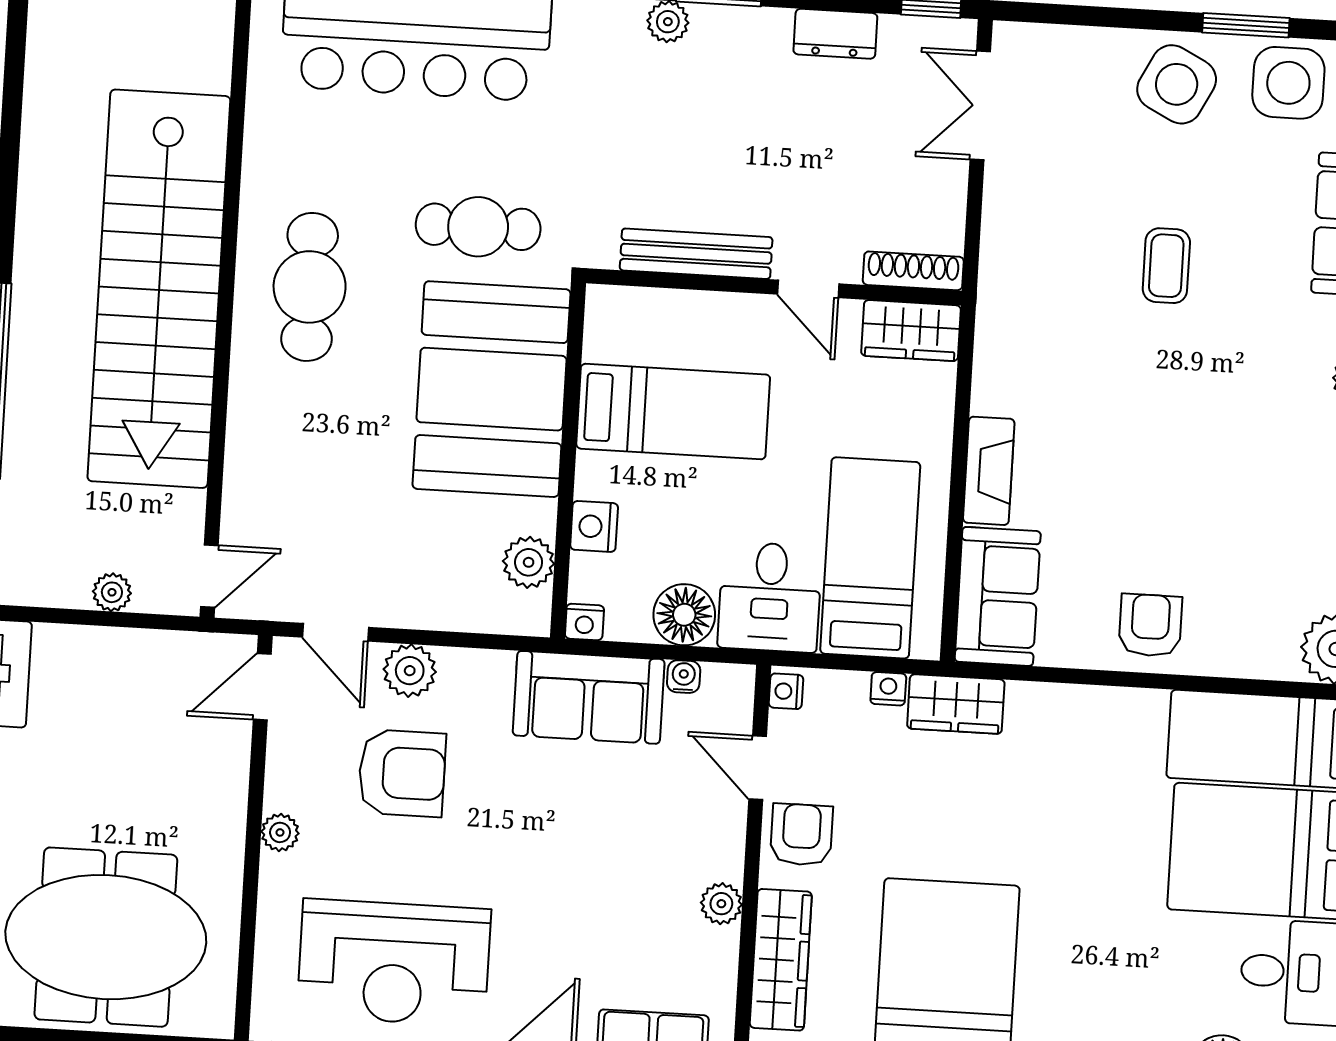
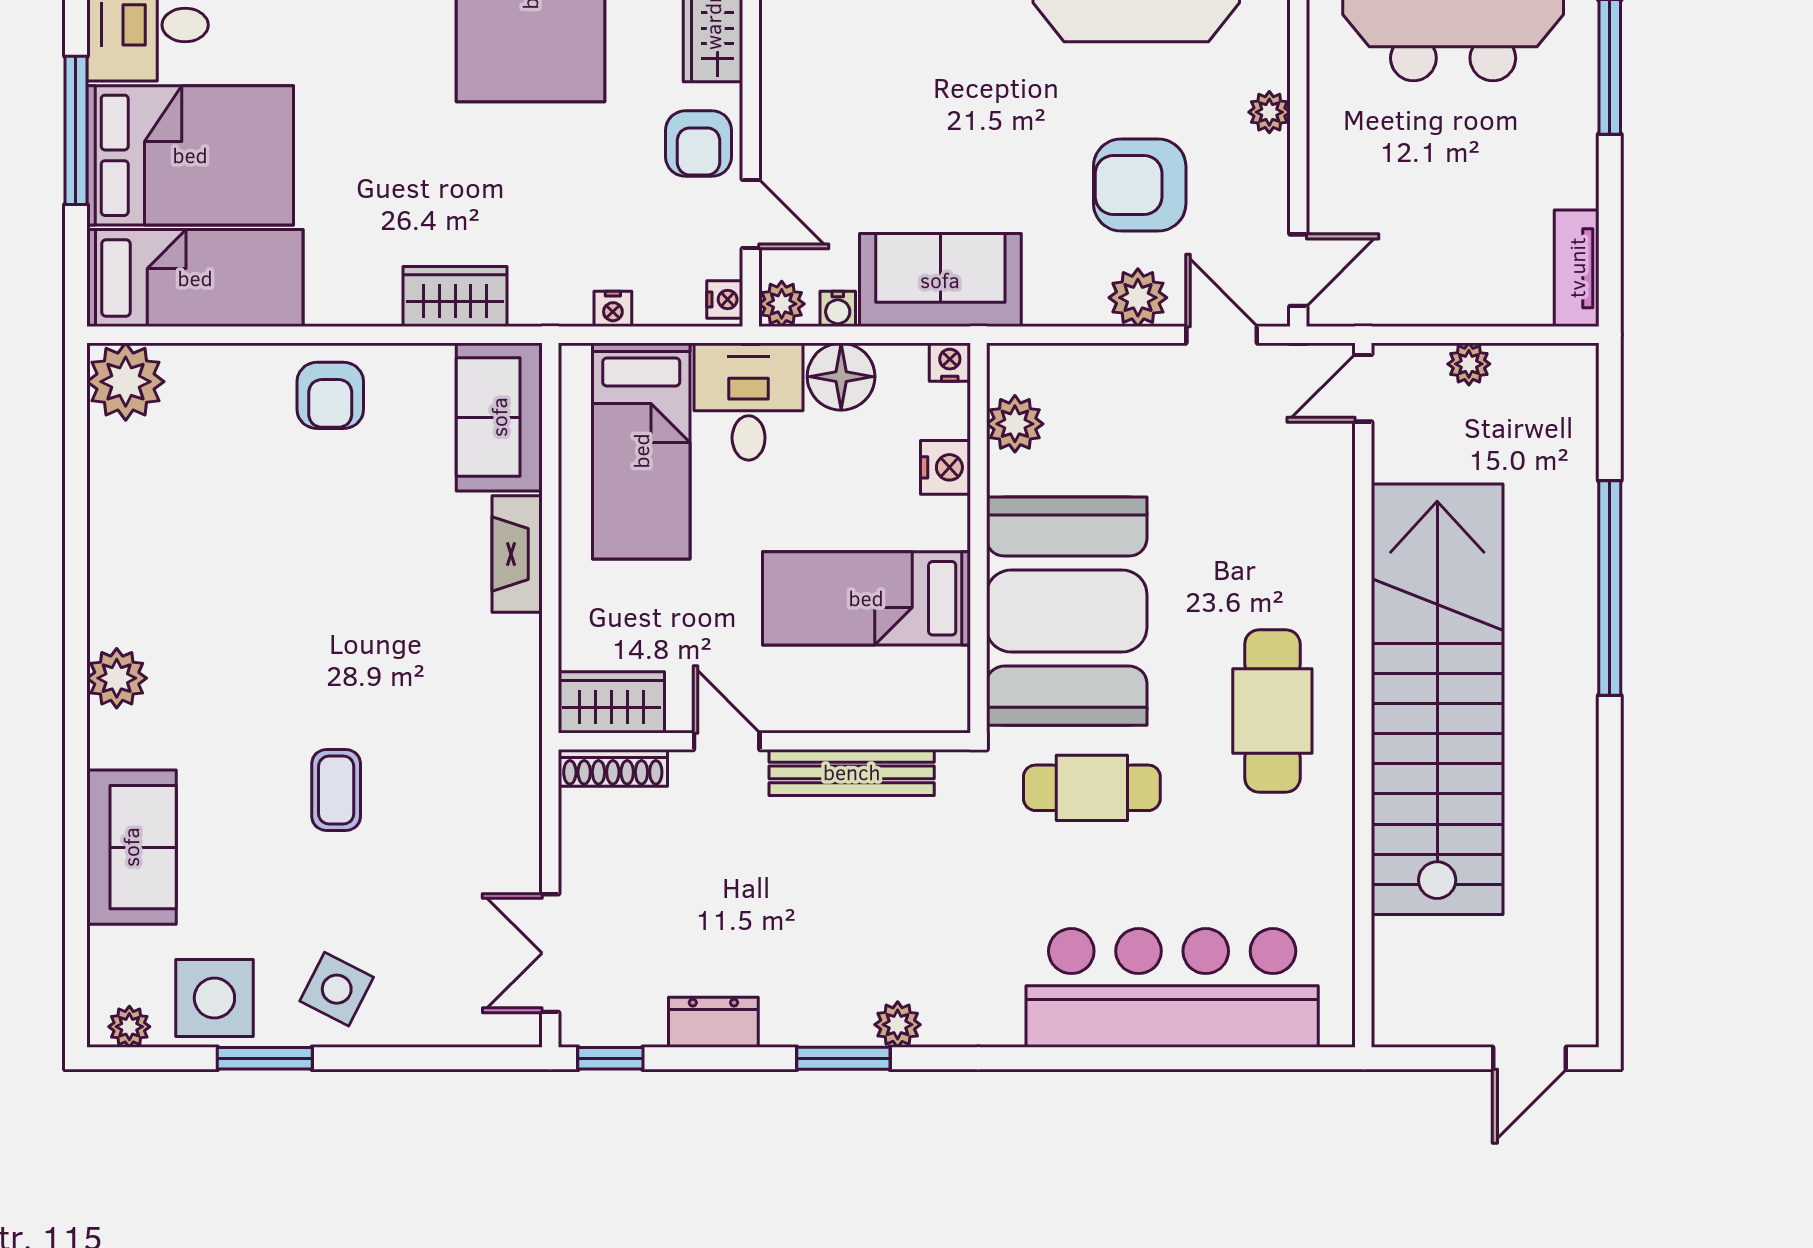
side table: (1177, 84) -> (337, 989), width x0.73, depth x0.73
double door: (980, 106) -> (550, 953), swing flipped
wardrobe: (956, 704) -> (455, 297), moved
plant: (721, 904) -> (782, 304), moved

